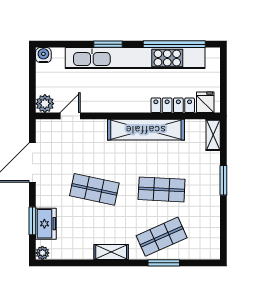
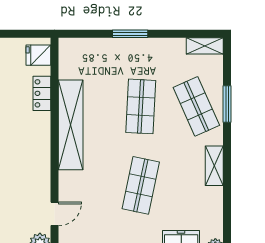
locker: (173, 105) -> (42, 93), width x0.66
door: (70, 116) -> (54, 214), swing flipped
shelving: (213, 135) -> (205, 46), moved

